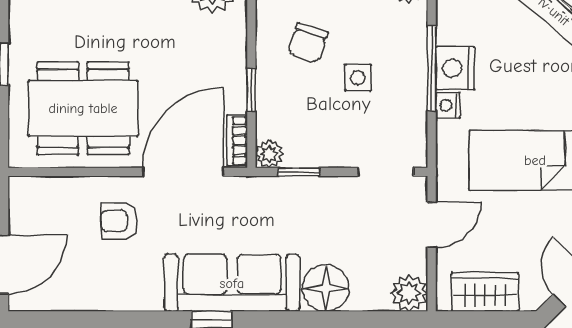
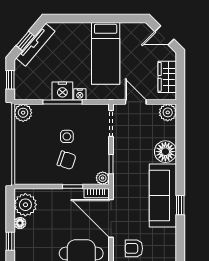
chair: (308, 43) -> (67, 160), moved
armchair: (119, 221) -> (134, 248), turned 90

